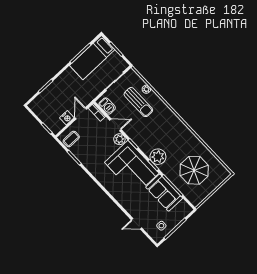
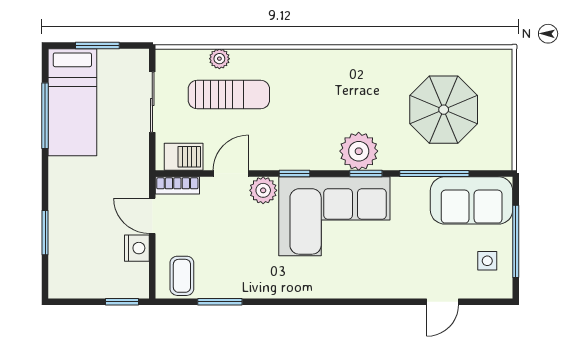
sofa: (164, 193) -> (472, 200), moved

